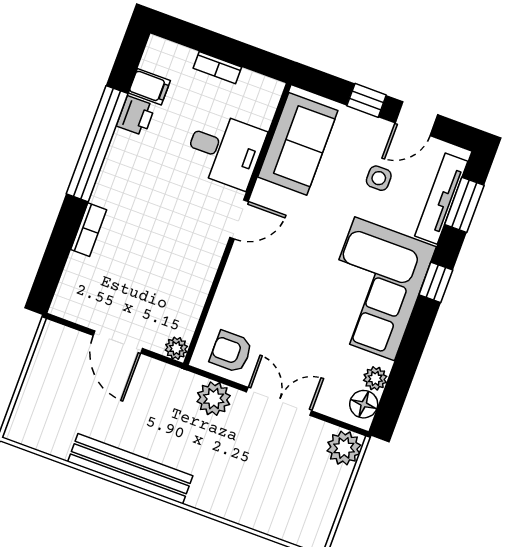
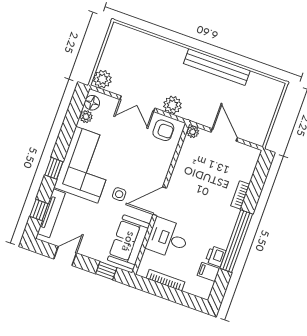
bookcase: (217, 68) -> (166, 280), width x1.56
window: (367, 100) -> (106, 271), moved
side table: (379, 178) -> (119, 194), moved
window: (464, 205) -> (39, 210), width x0.67
door: (239, 219) -> (160, 201), width x1.38

